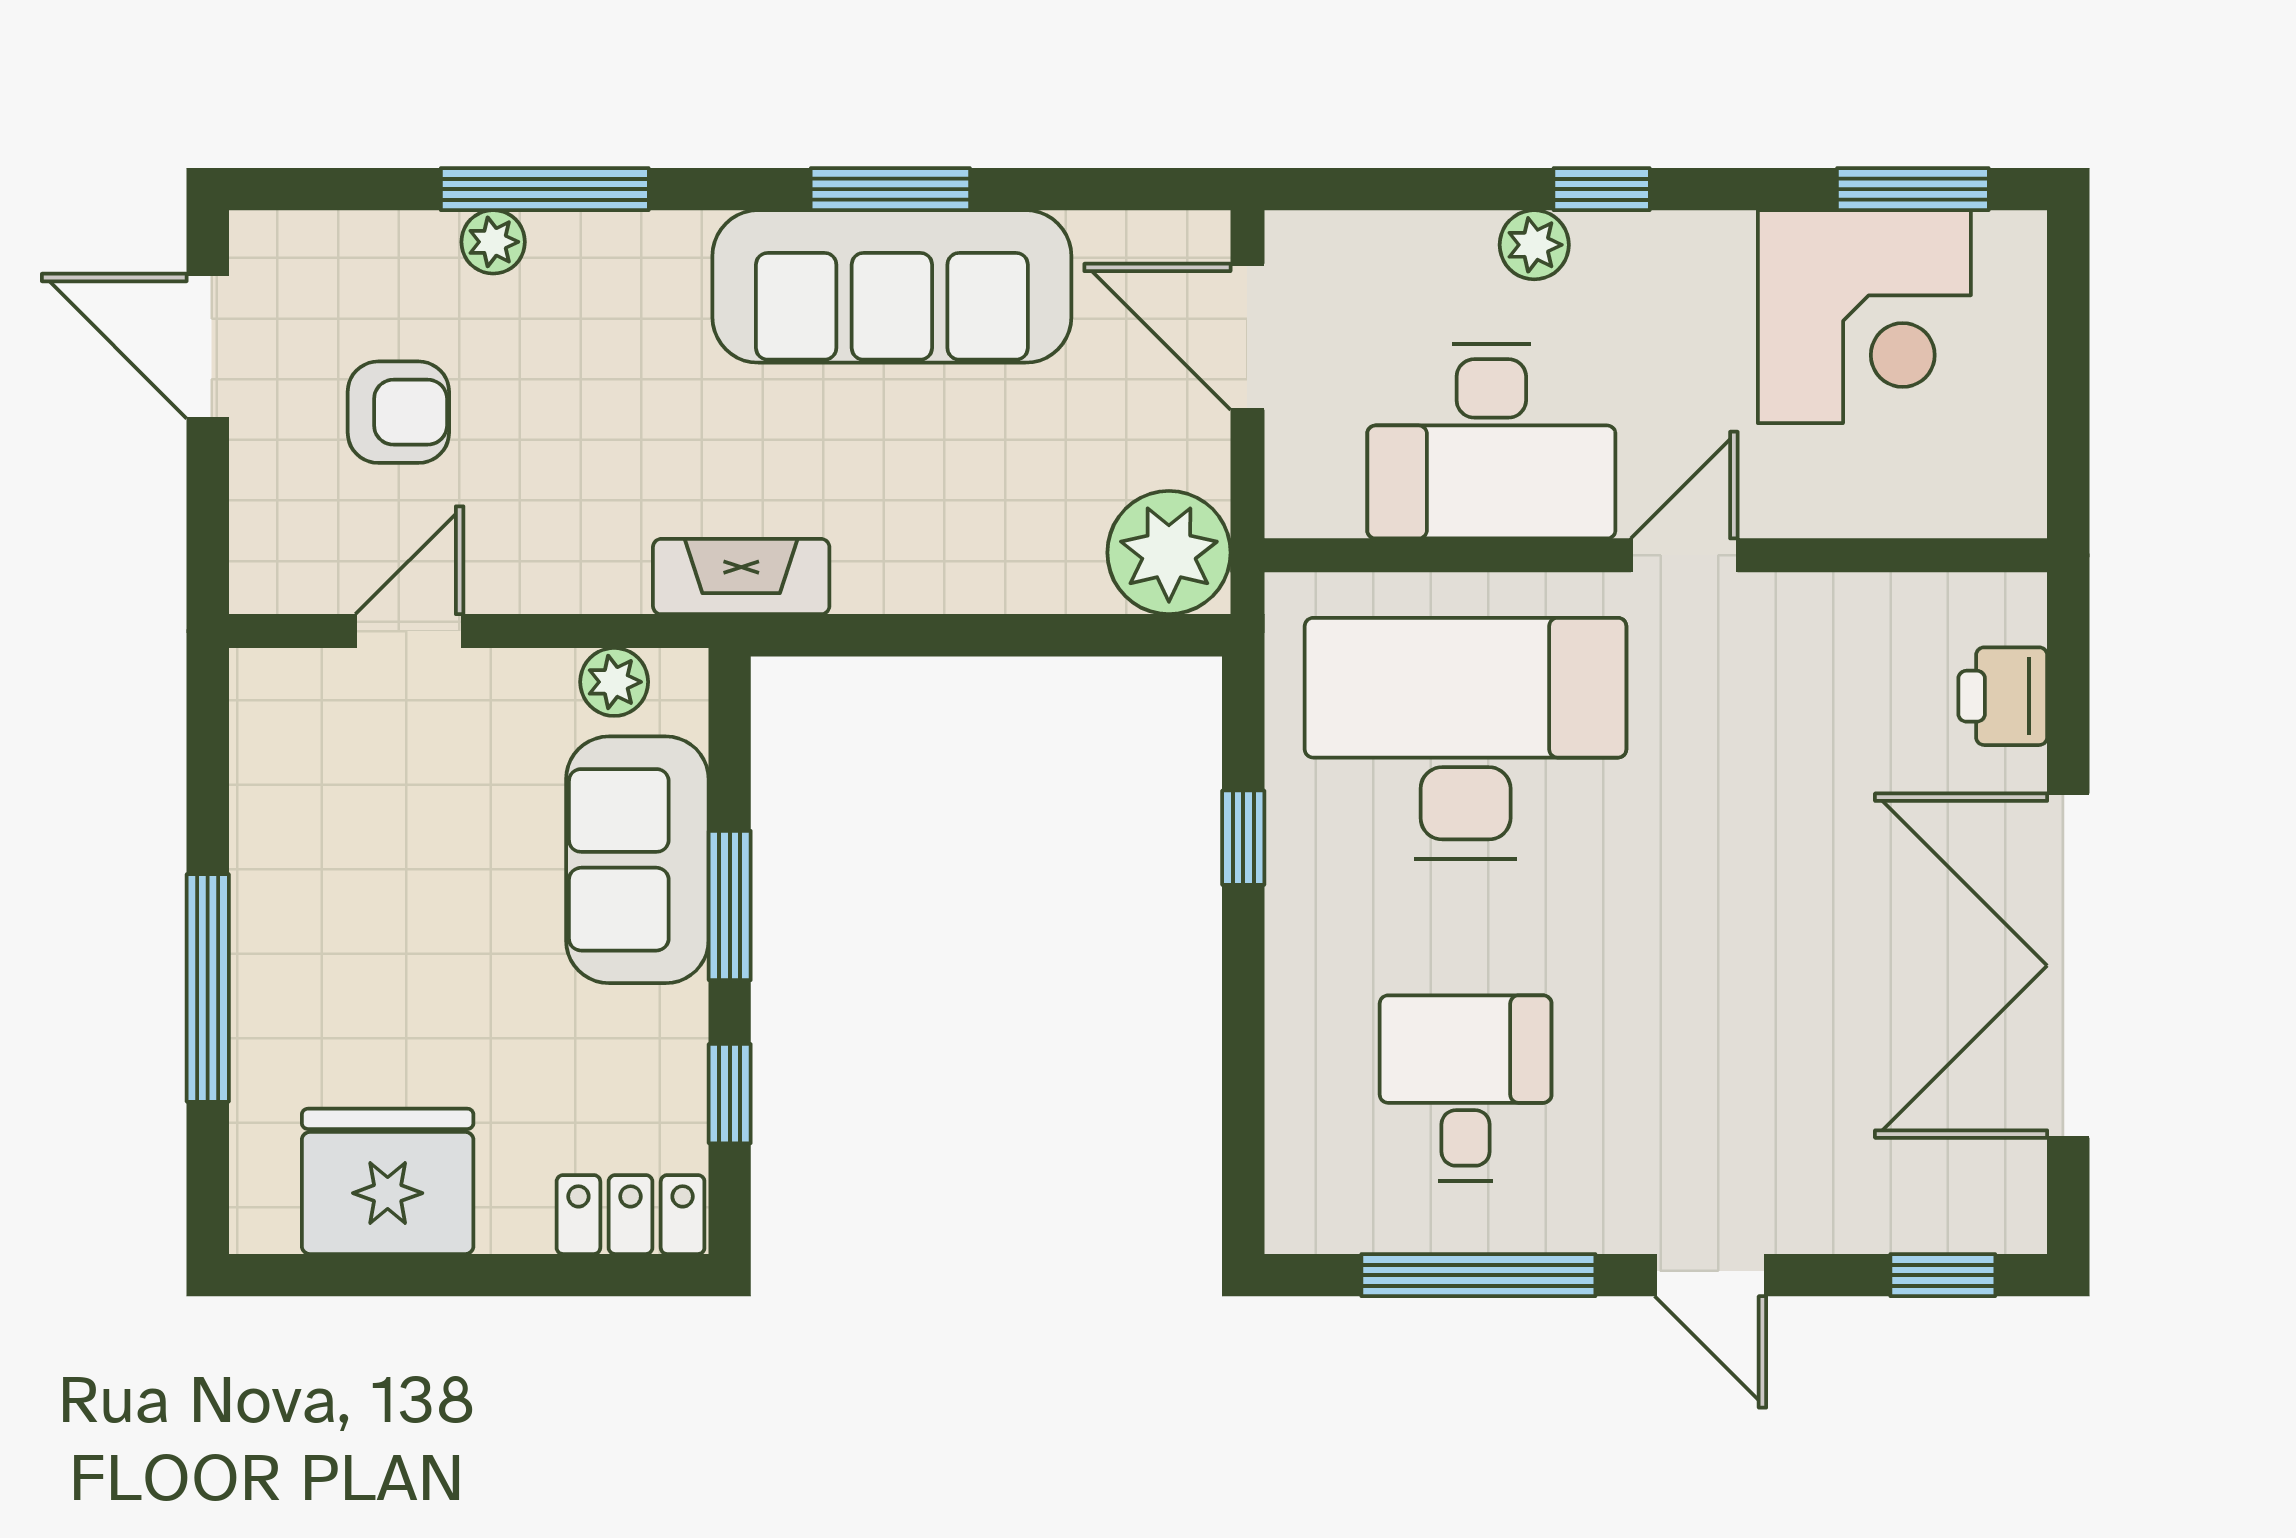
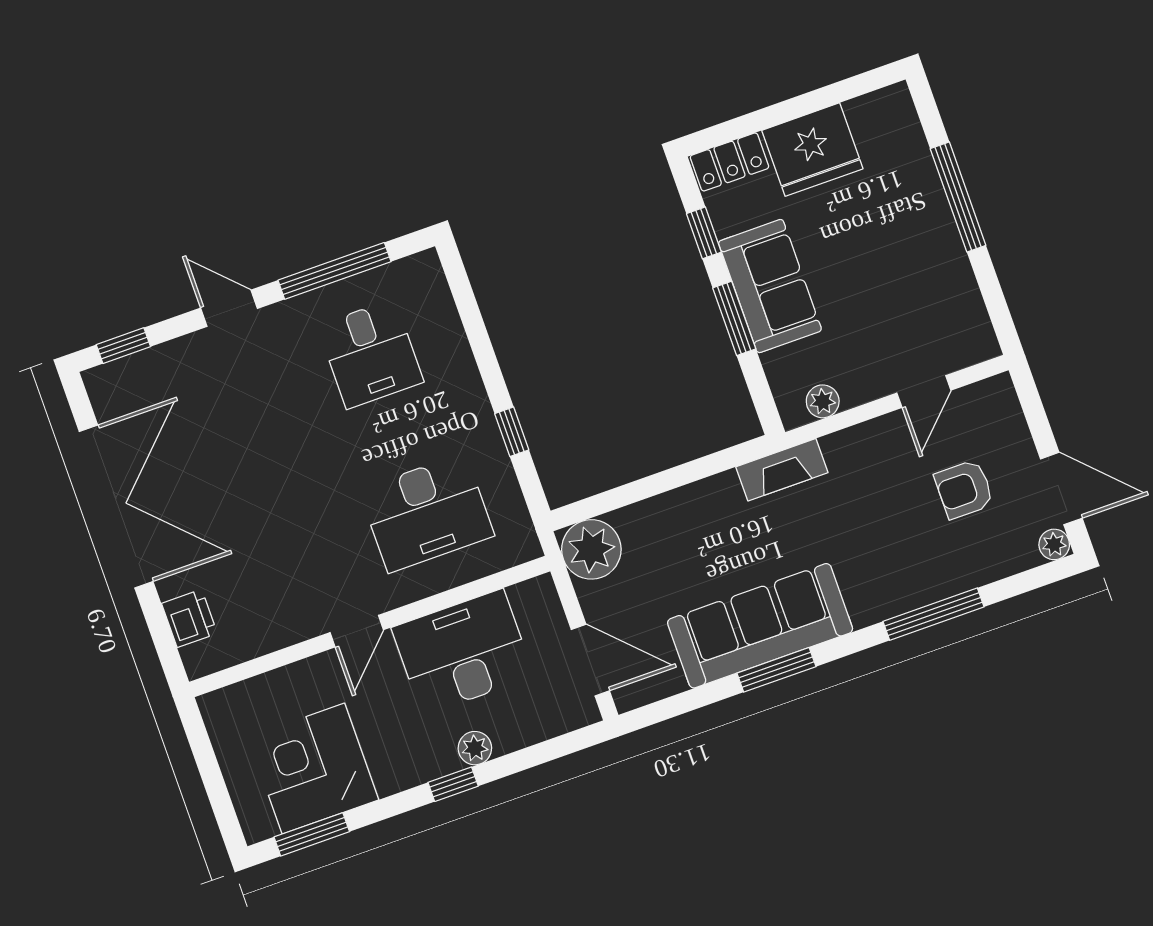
plant: (493, 242) -> (1054, 544), moved
desk: (1466, 738) -> (427, 513), width x0.73, depth x0.77
sofa: (637, 860) -> (770, 286), moved
fridge: (388, 1181) -> (812, 150), moved

